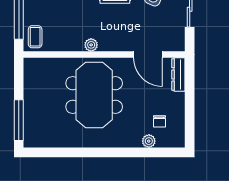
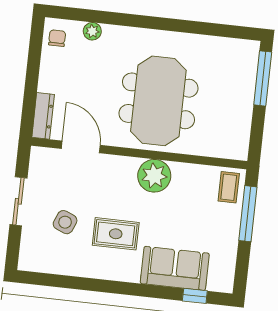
plant: (91, 45) -> (154, 176), width x1.88, depth x1.88
chair: (160, 121) -> (57, 38), moved

